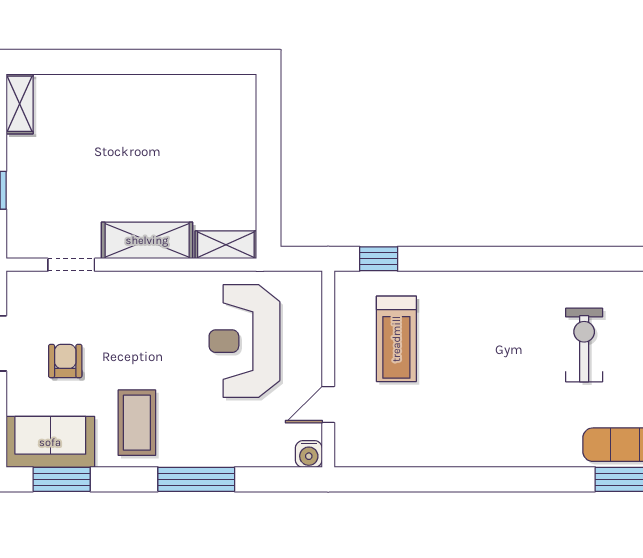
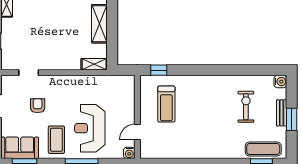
shelving: (147, 240) -> (99, 24), moved, turned 90
reception desk: (244, 341) -> (90, 128), moved
armchair: (65, 361) -> (38, 106), moved

